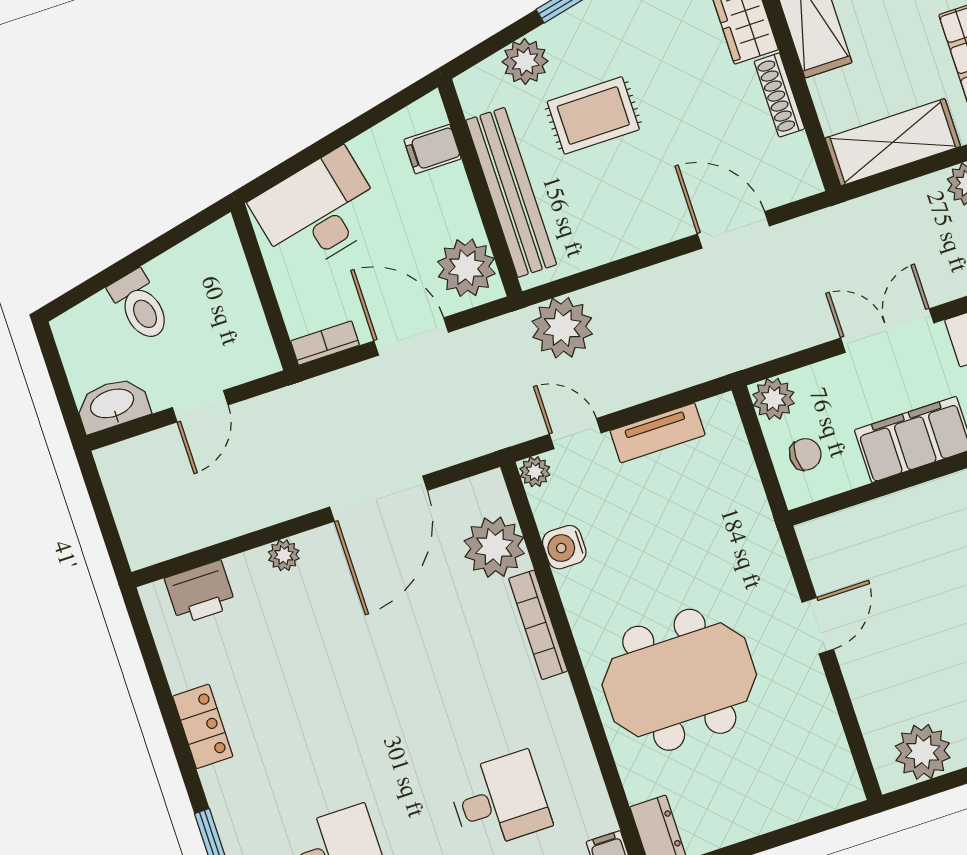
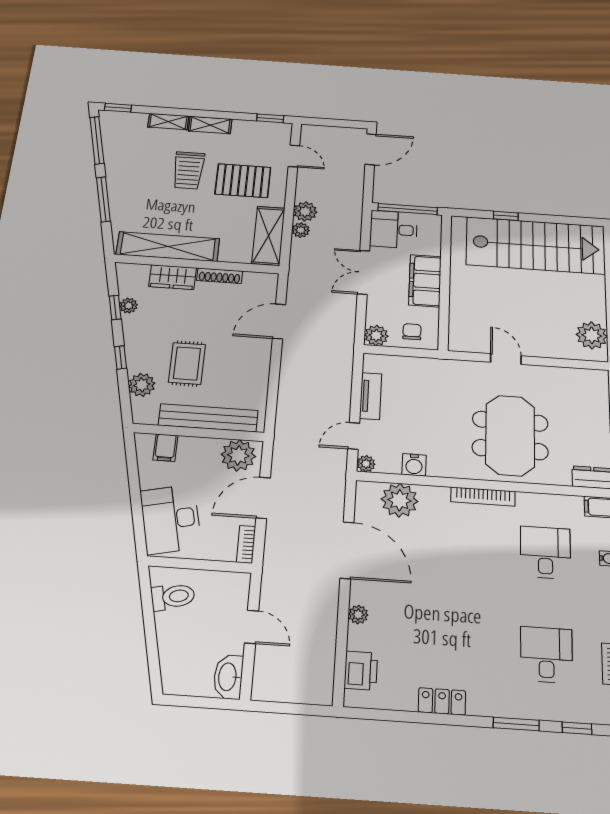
toilet: (140, 306) -> (173, 597), moved
plant: (562, 328) -> (301, 230), moved, width x0.53, depth x0.53
bookcase: (538, 625) -> (483, 497), moved

